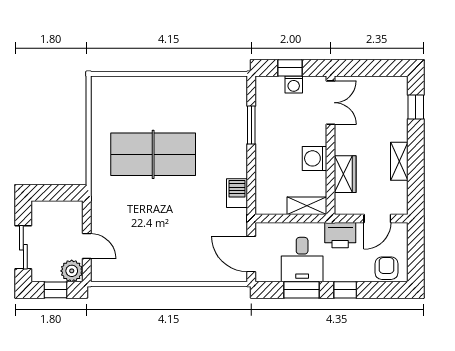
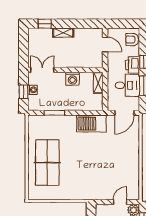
table tennis table: (153, 154) -> (47, 163), moved
shelving: (399, 161) -> (63, 33), moved
wardrobe: (345, 174) -> (81, 62), removed
barbecue: (237, 193) -> (91, 124), width x1.88, depth x1.53
printer: (340, 235) -> (133, 65), moved, turned 180

